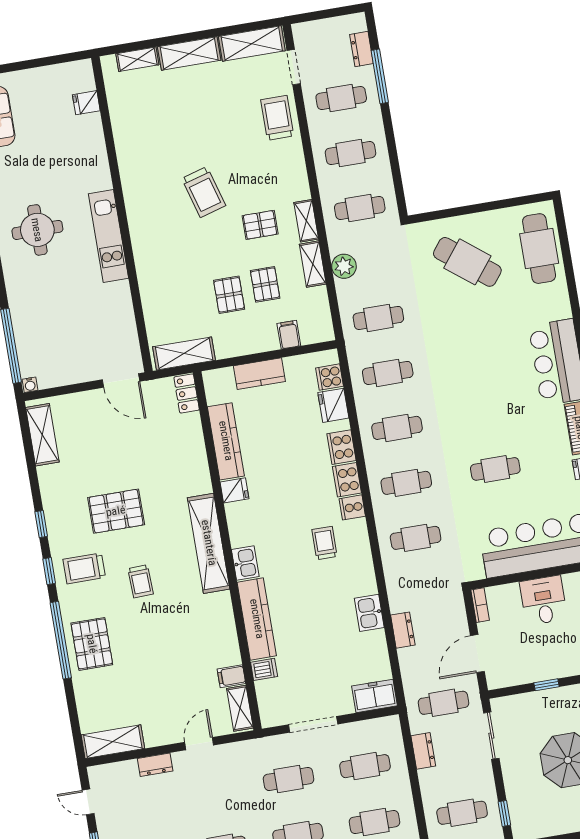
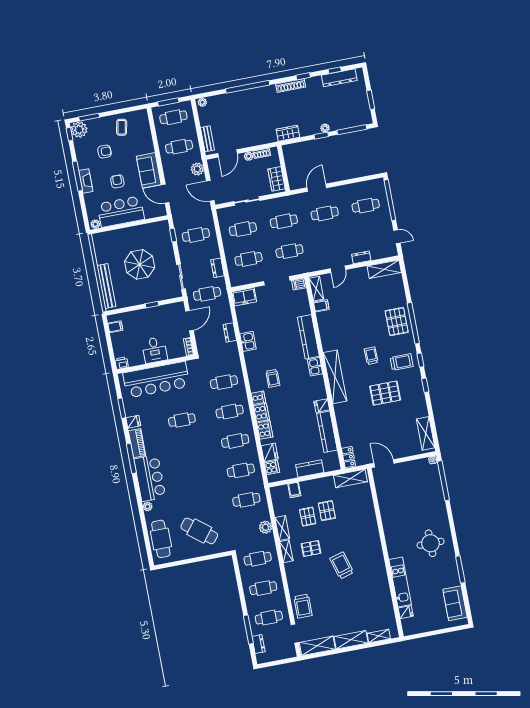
kitchen unit: (108, 236) -> (400, 582), moved
plant: (563, 309) -> (148, 507), added
dishwasher: (264, 669) -> (299, 284), moved

